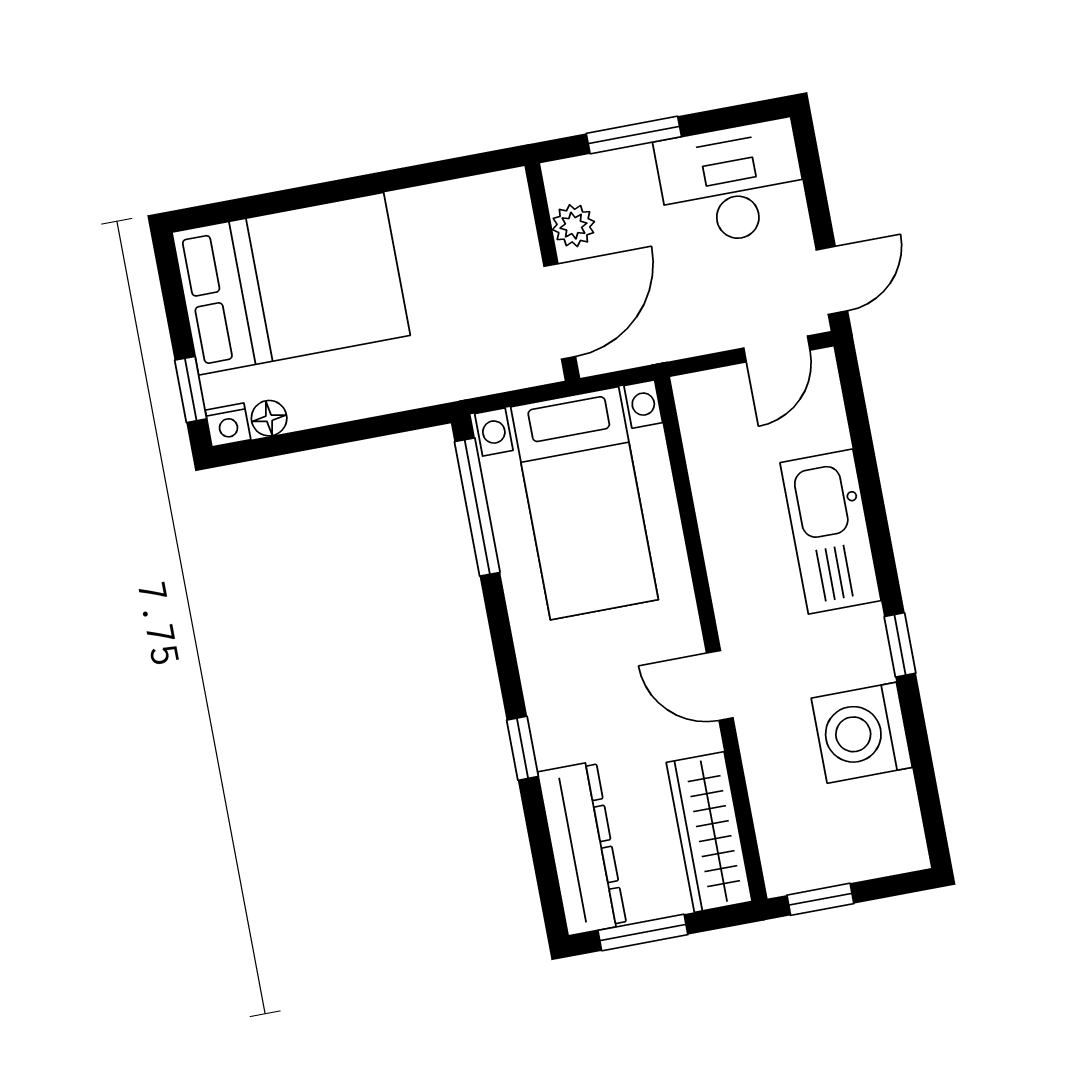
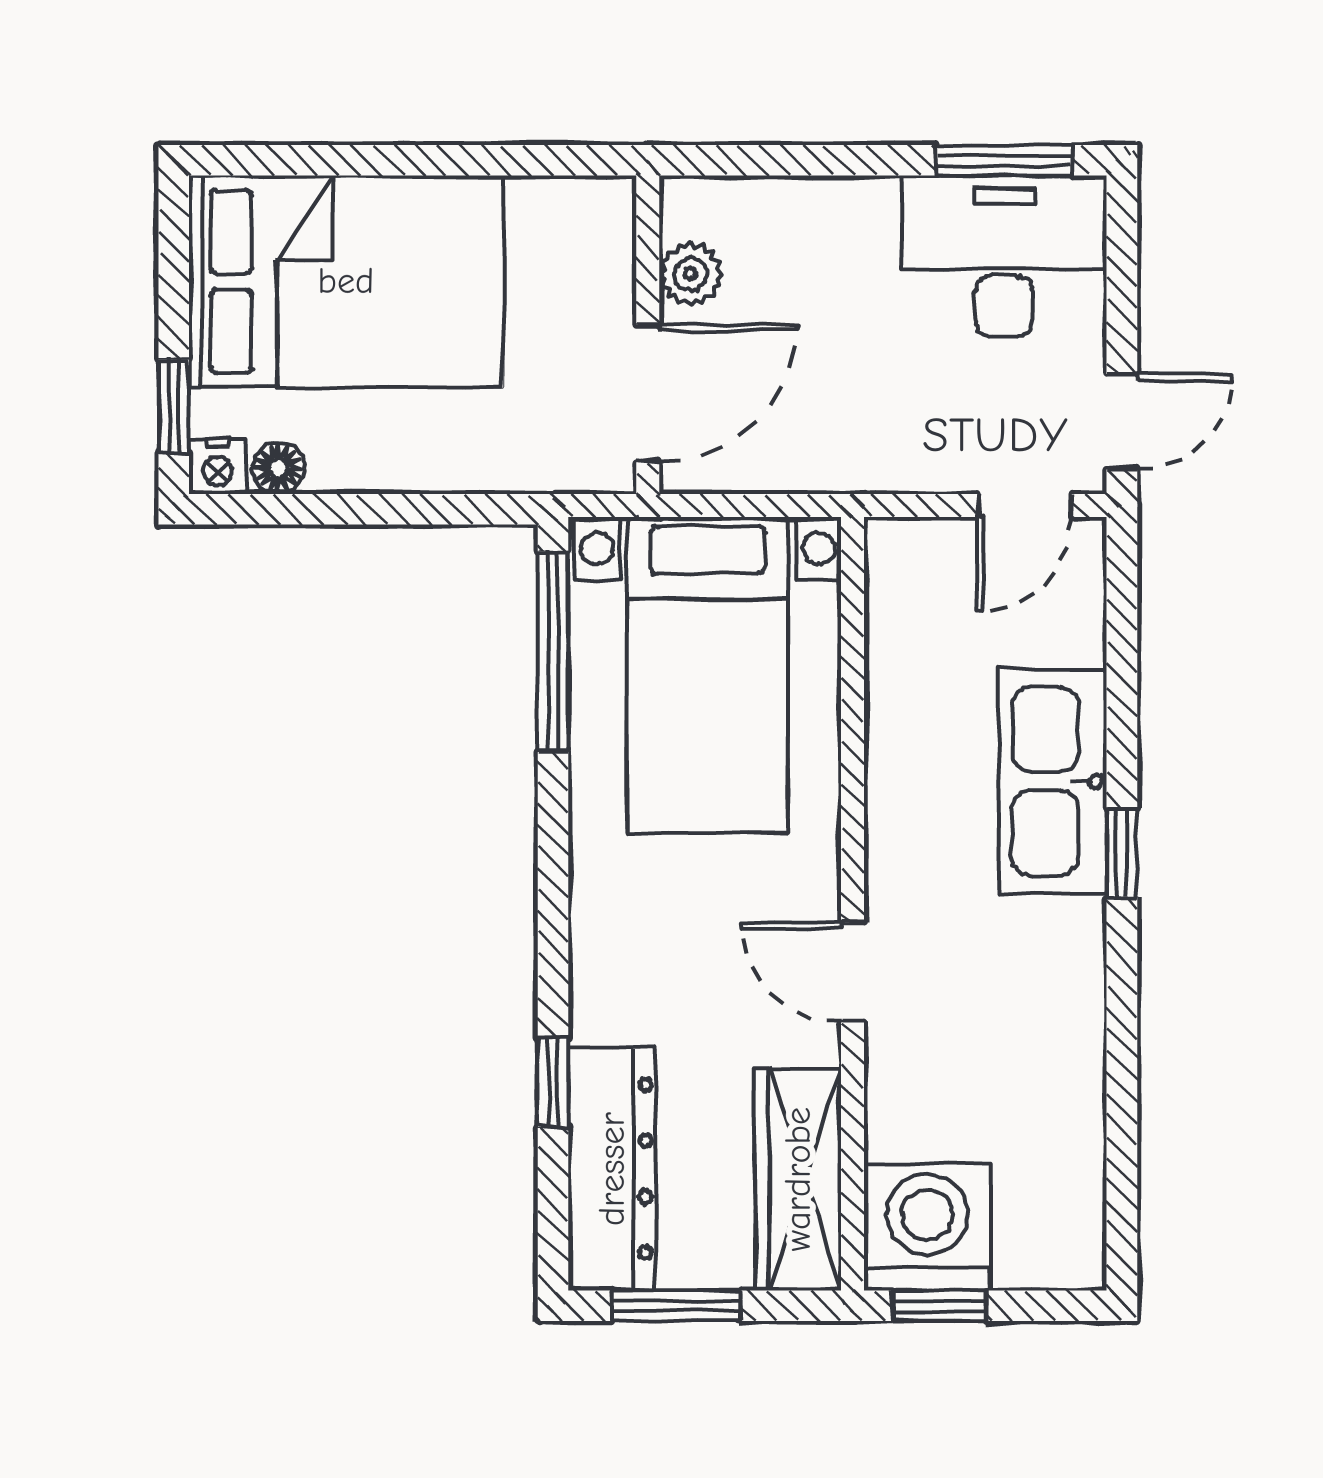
window: (634, 135) -> (1004, 160), moved
plant: (573, 226) -> (690, 274), moved
wall: (552, 272) -> (648, 335), moved
door: (560, 311) -> (648, 393), moved
window: (900, 645) -> (1122, 853), moved
washing machine: (862, 733) -> (927, 1227), moved, turned 90
window: (522, 748) -> (553, 1082), moved

